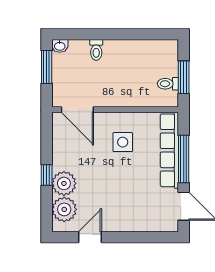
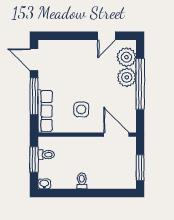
washbasin: (60, 46) -> (44, 184), moved
toilet: (96, 50) -> (82, 181), moved
row of seats: (169, 150) -> (45, 111), width x0.73
window: (47, 175) -> (140, 84), width x3.17

